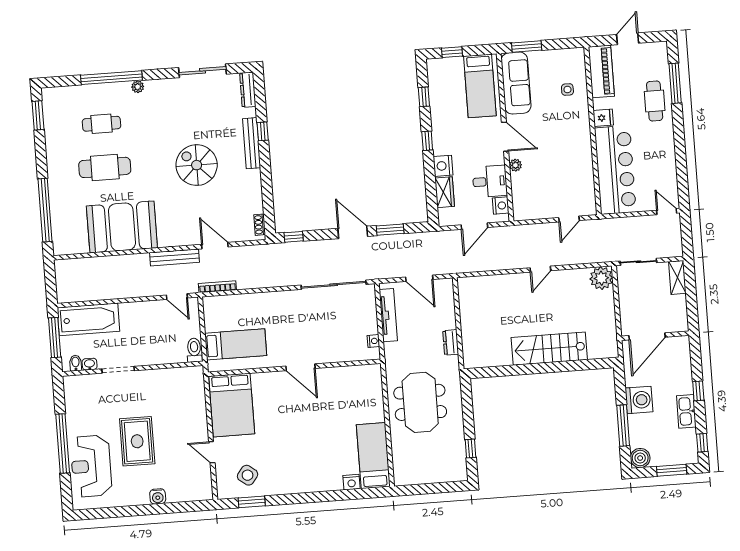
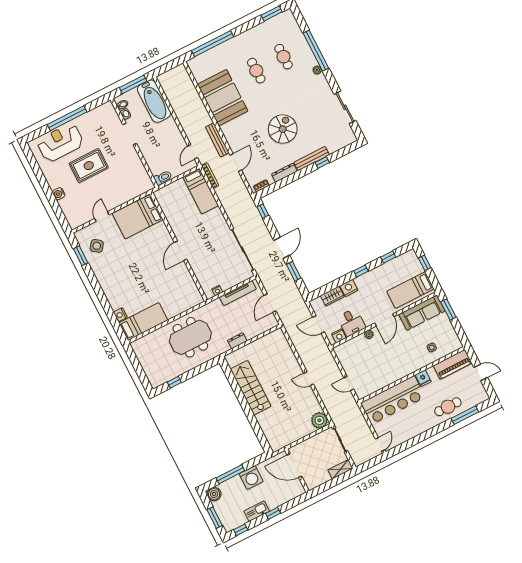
dresser: (248, 90) -> (284, 173), moved
cafe table: (105, 167) -> (256, 71), width x0.73, depth x0.74
bed: (236, 344) -> (201, 191), moved
stairs: (549, 349) -> (251, 388), moved

